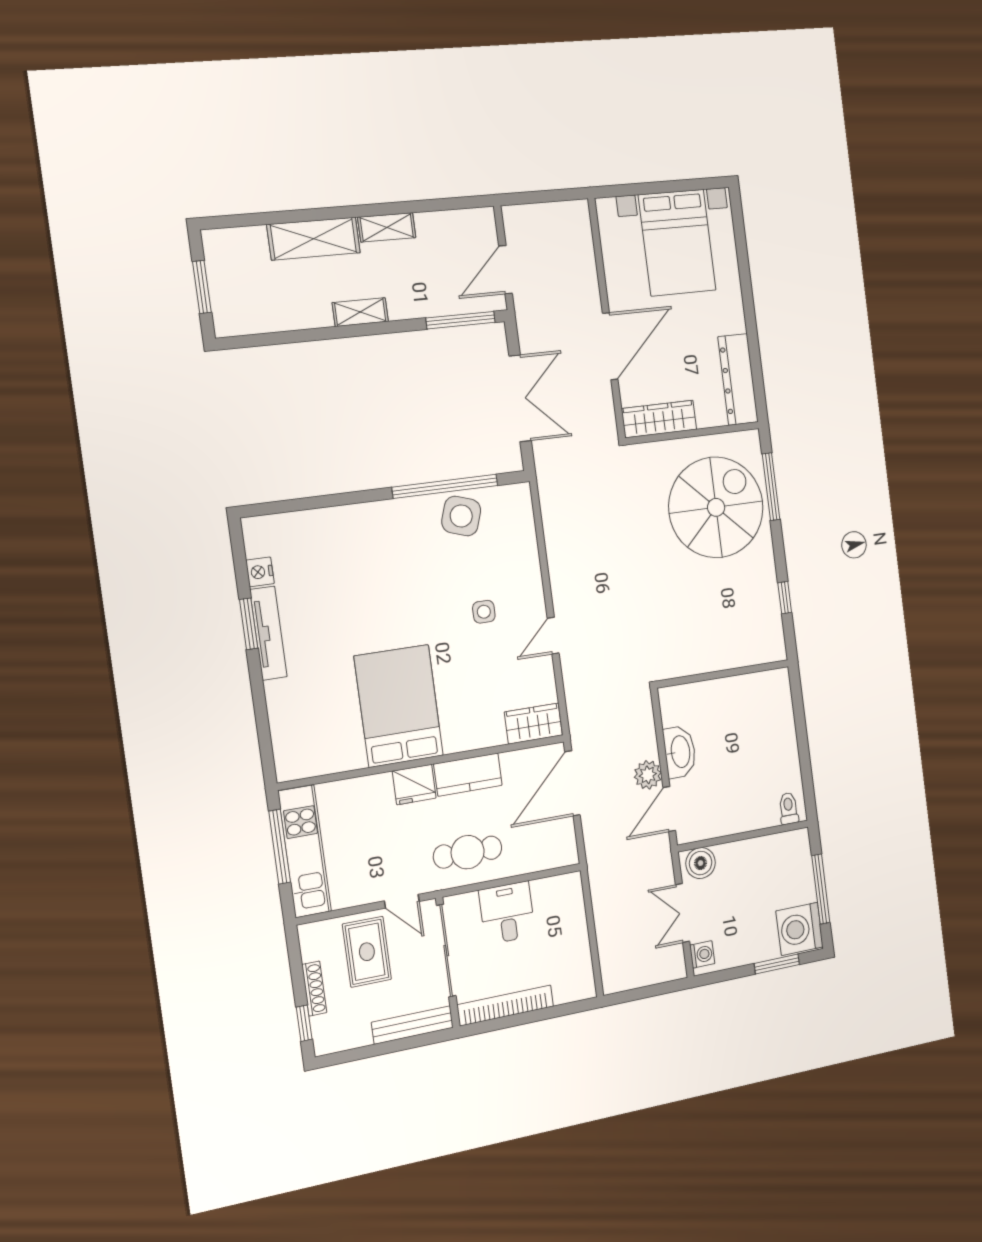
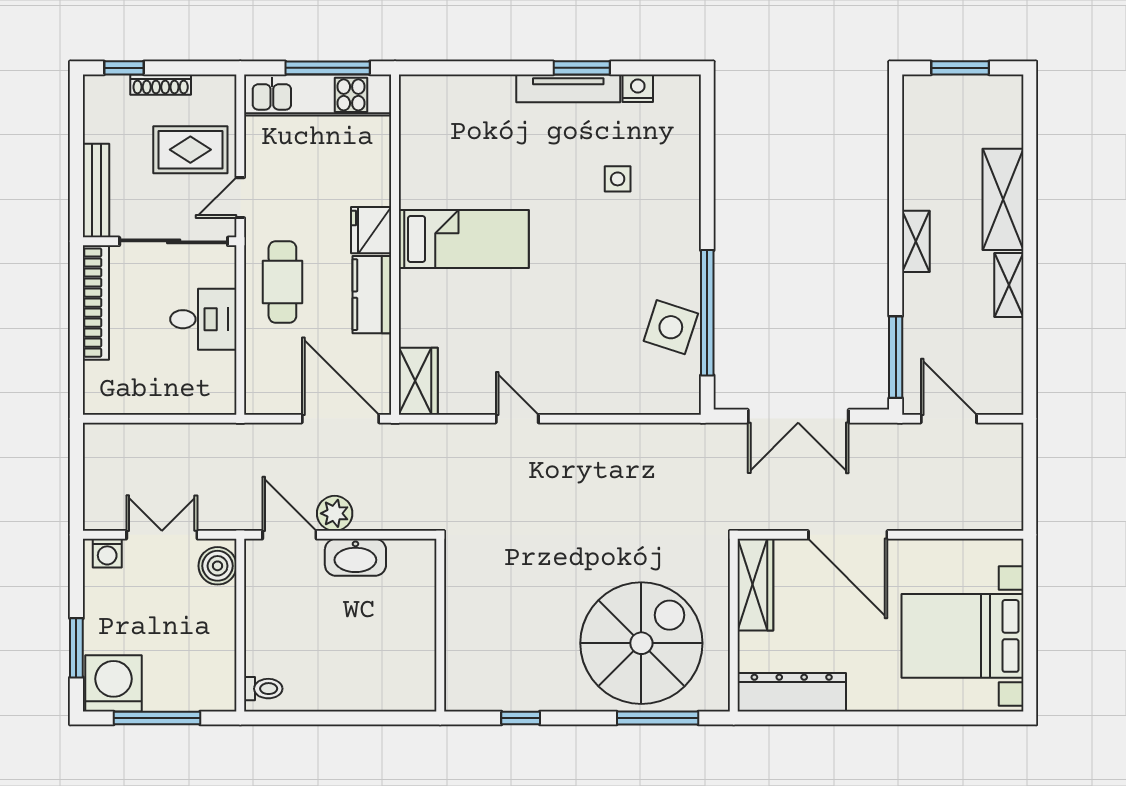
spiral stairs: (716, 507) -> (641, 643), turned -90
side table: (484, 612) -> (618, 179), moved
bed: (399, 706) -> (464, 239), width x0.67

